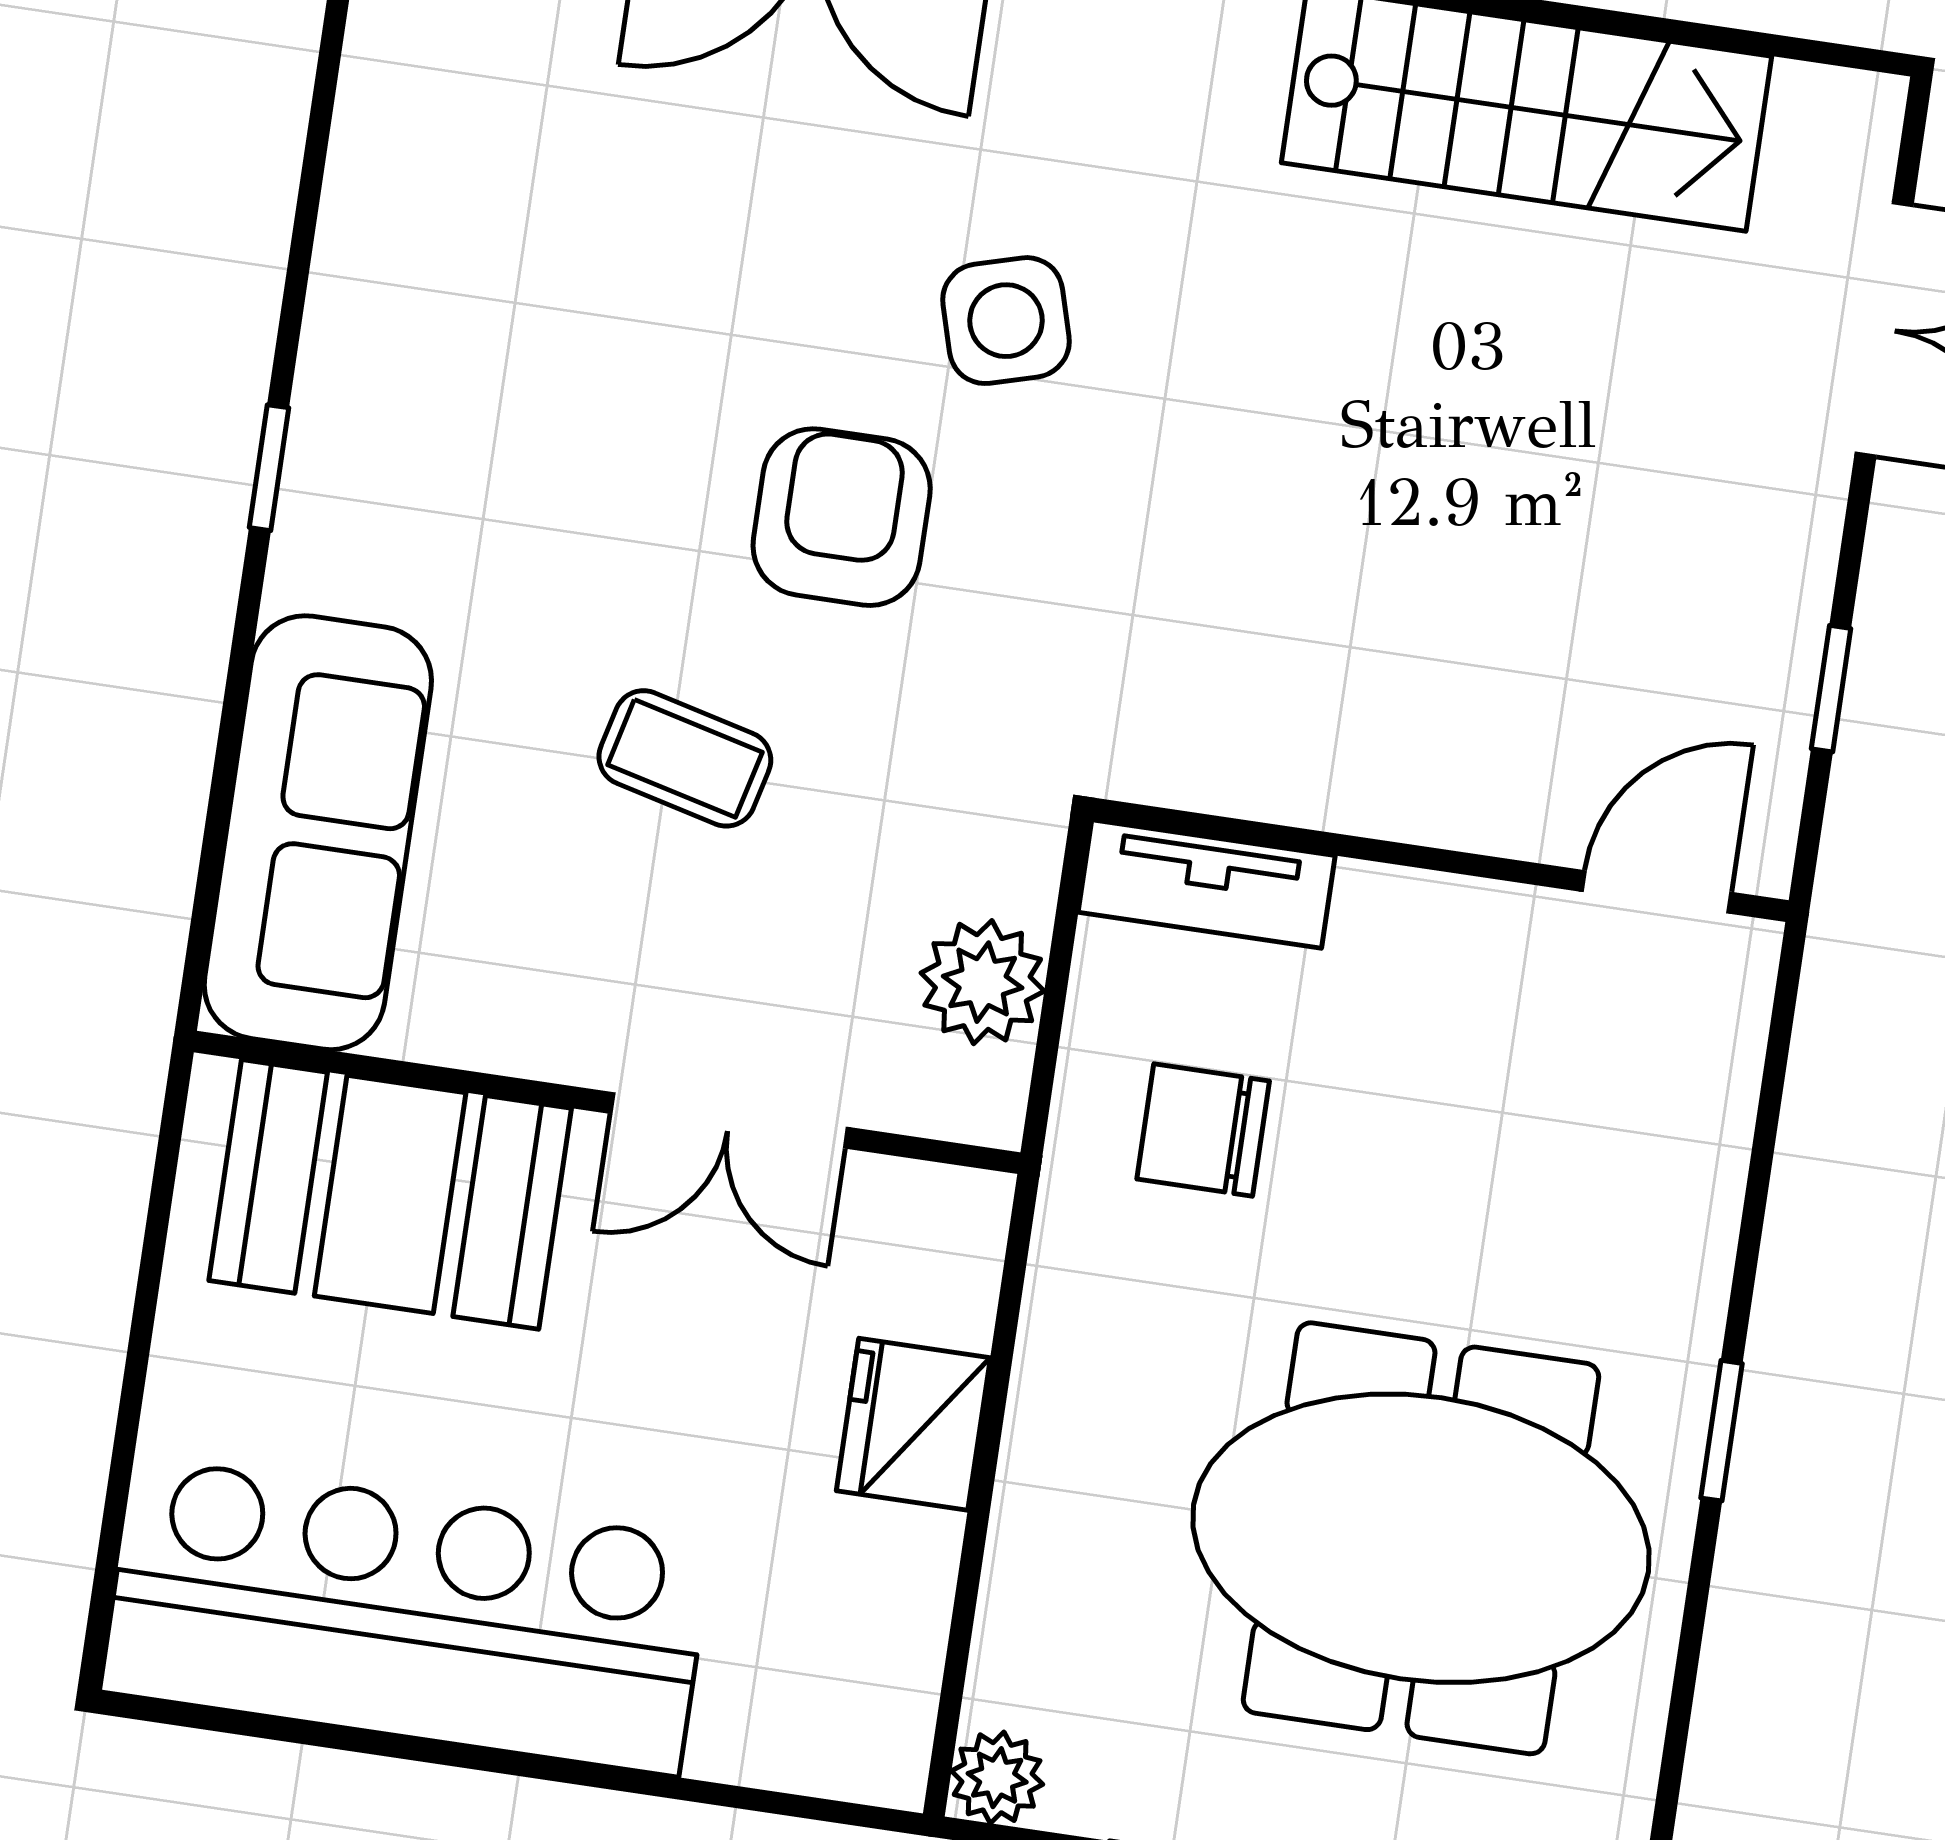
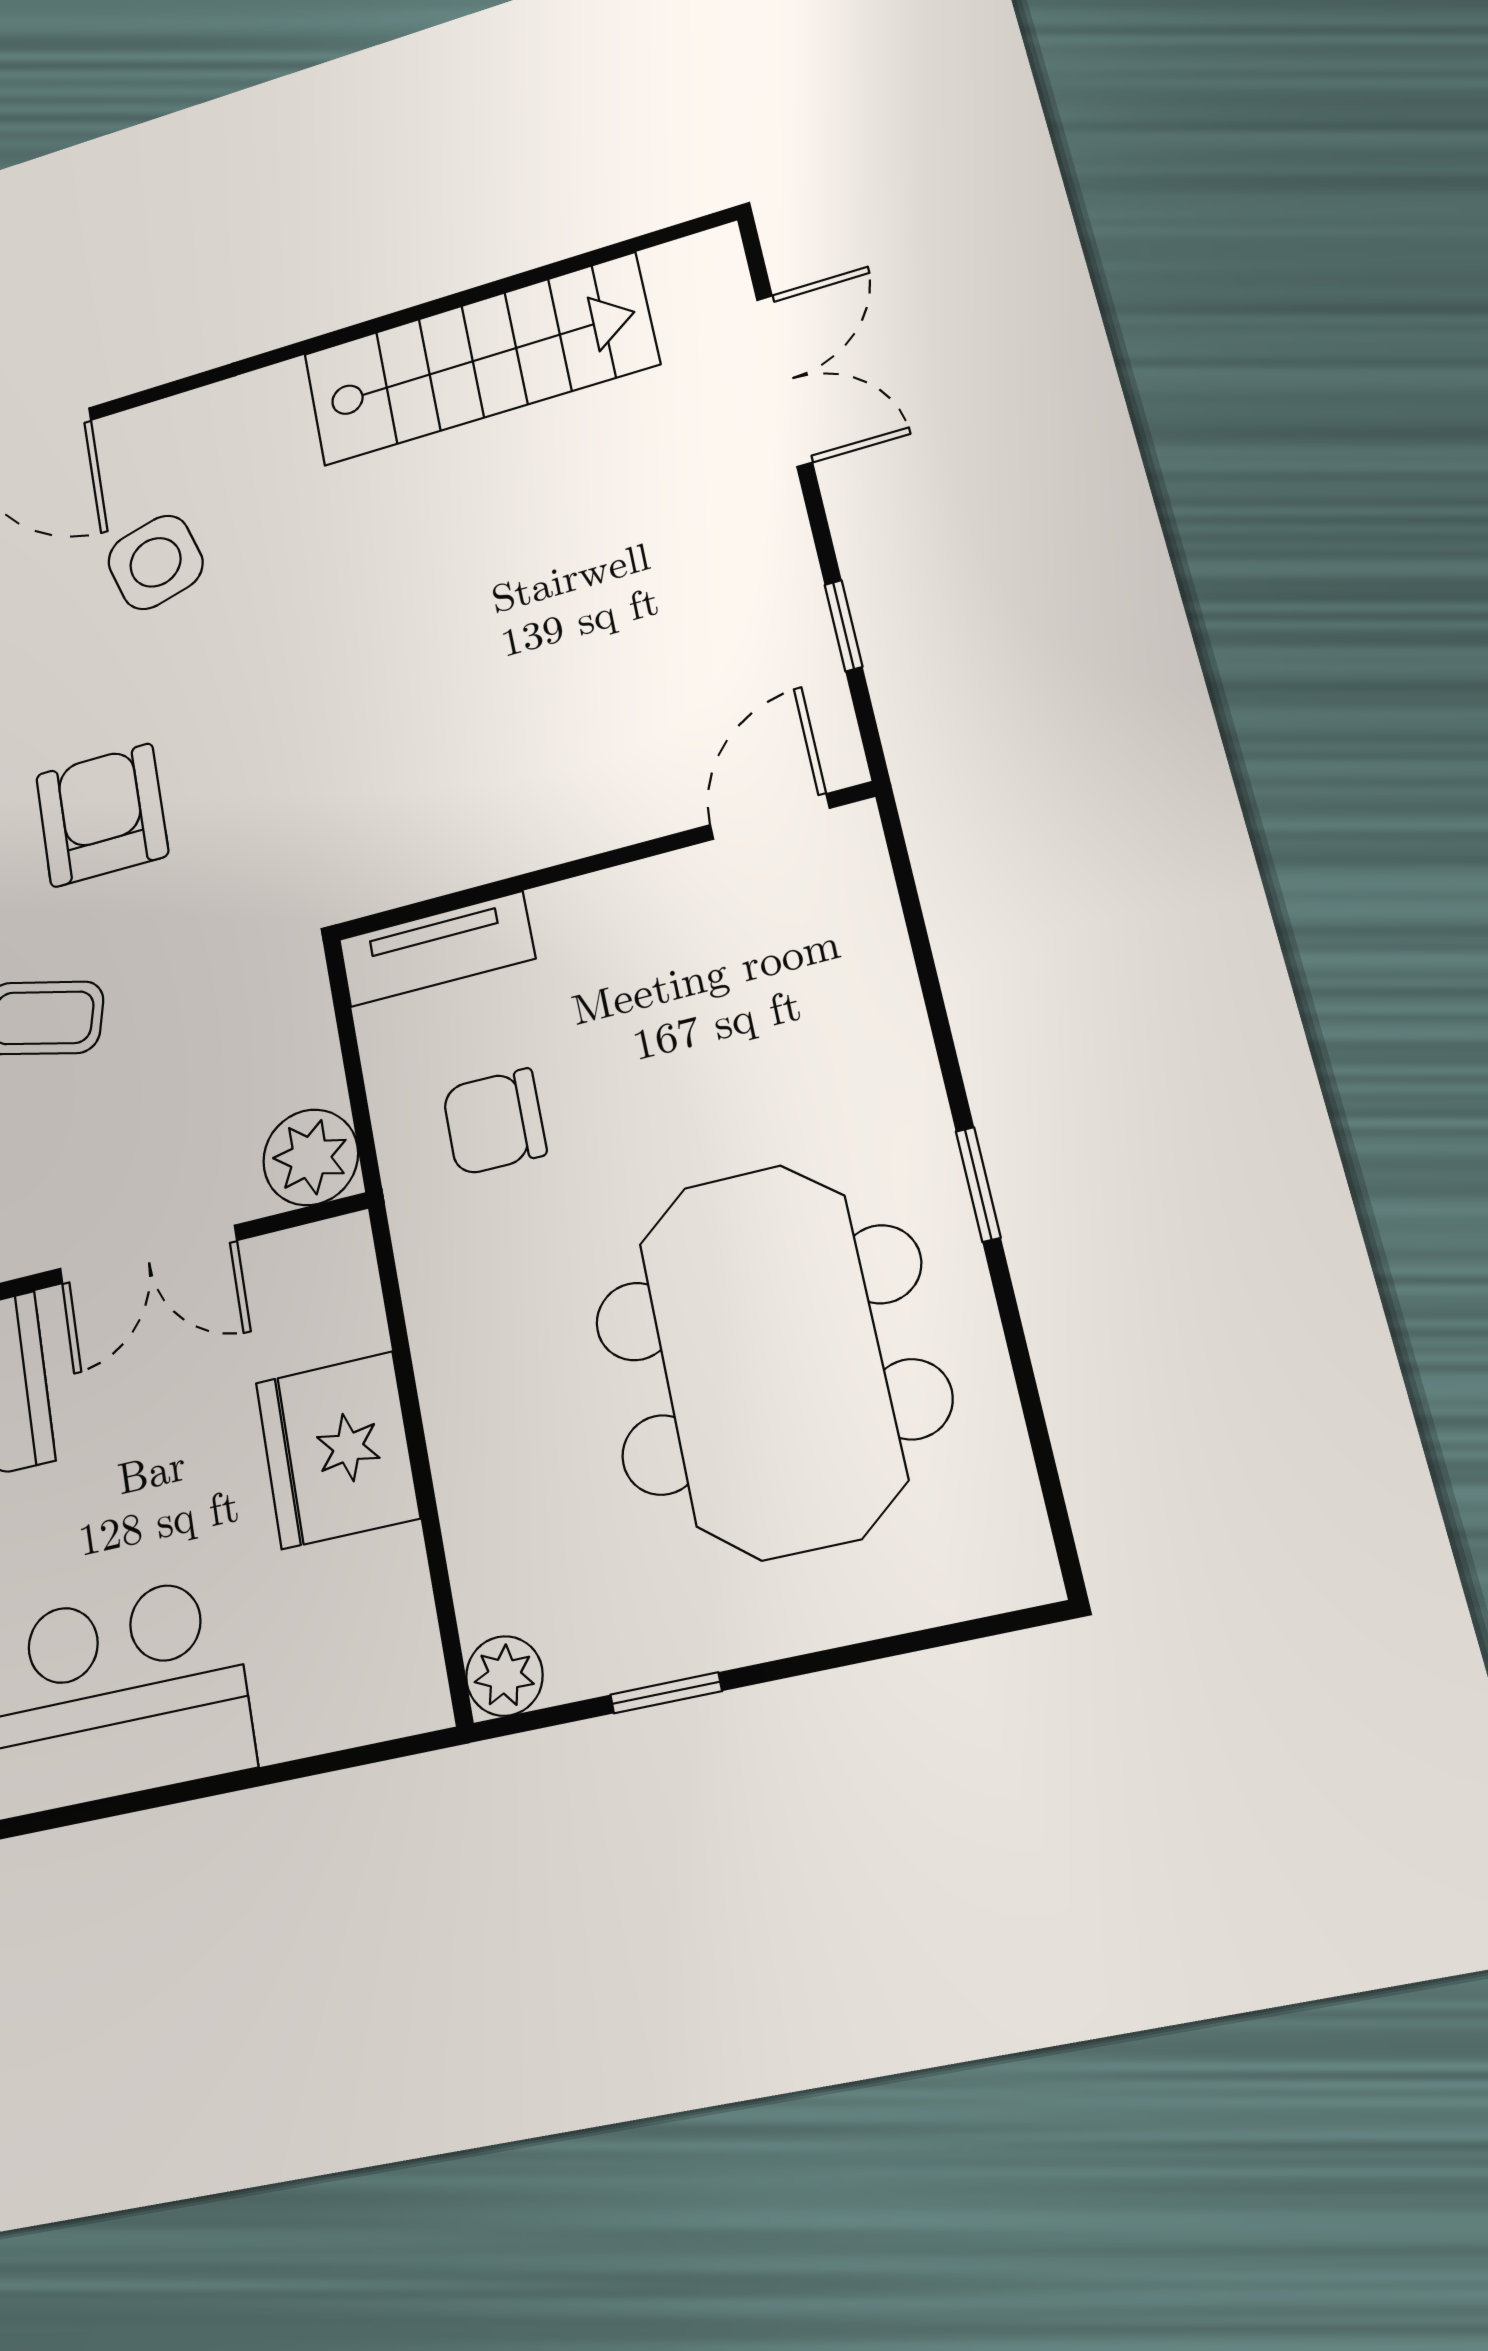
side table: (1006, 321) -> (156, 562), moved
plant: (983, 982) -> (311, 1157), moved
fridge: (913, 1424) -> (337, 1450), width x1.36, depth x1.34
meeting table: (1421, 1538) -> (771, 1360), turned 90

